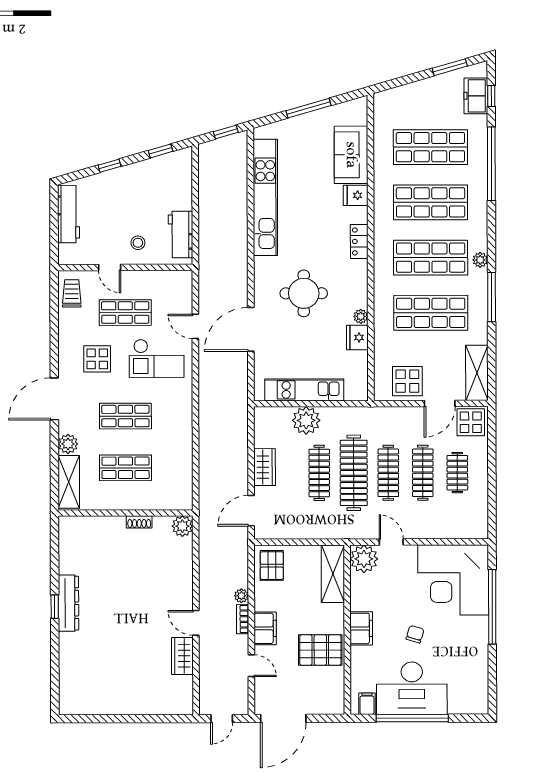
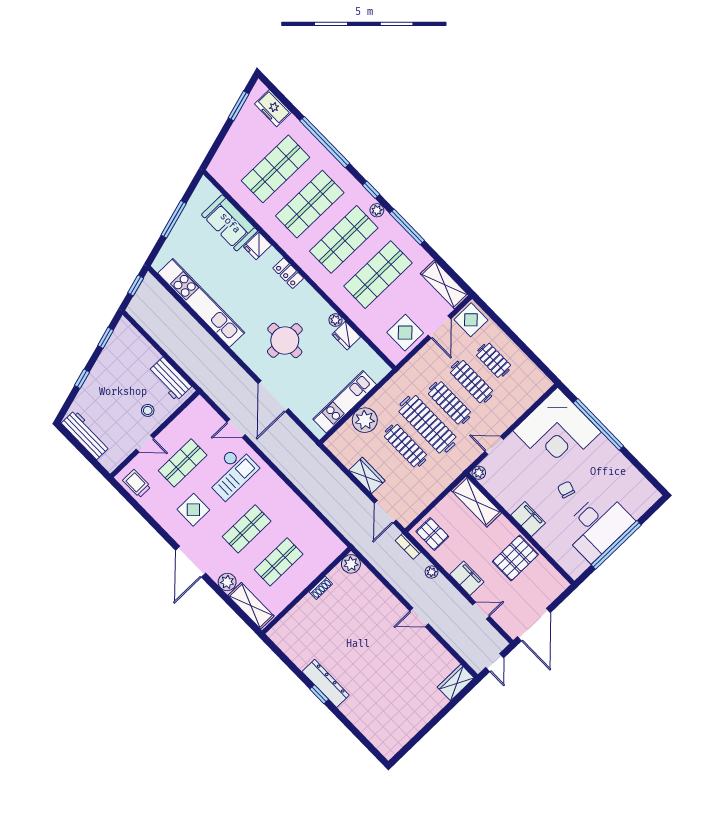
window: (491, 96) -> (371, 190), moved
plant: (364, 559) -> (479, 473), width x0.53, depth x0.53
bookcase: (243, 619) -> (408, 546), moved
wardrobe: (182, 656) -> (456, 682), moved, turned 90
filing cabinet: (367, 704) -> (578, 564), removed

